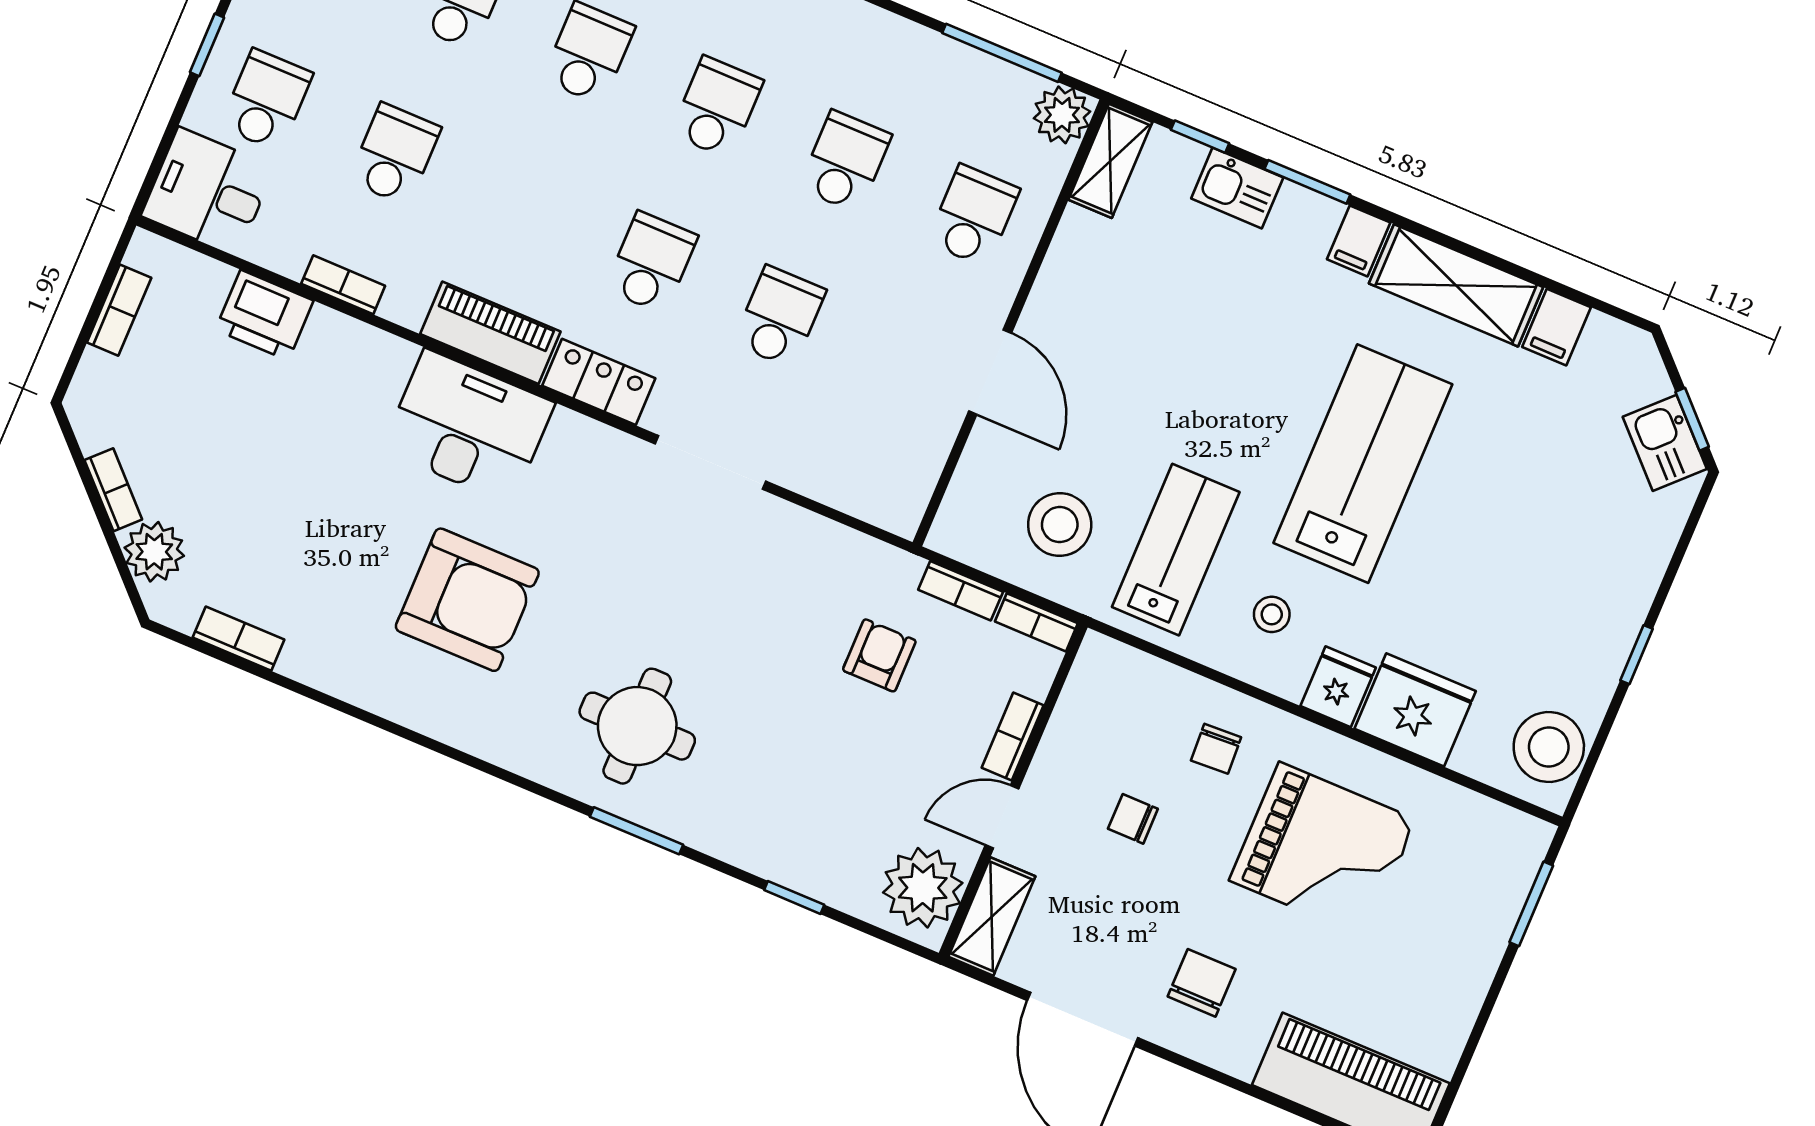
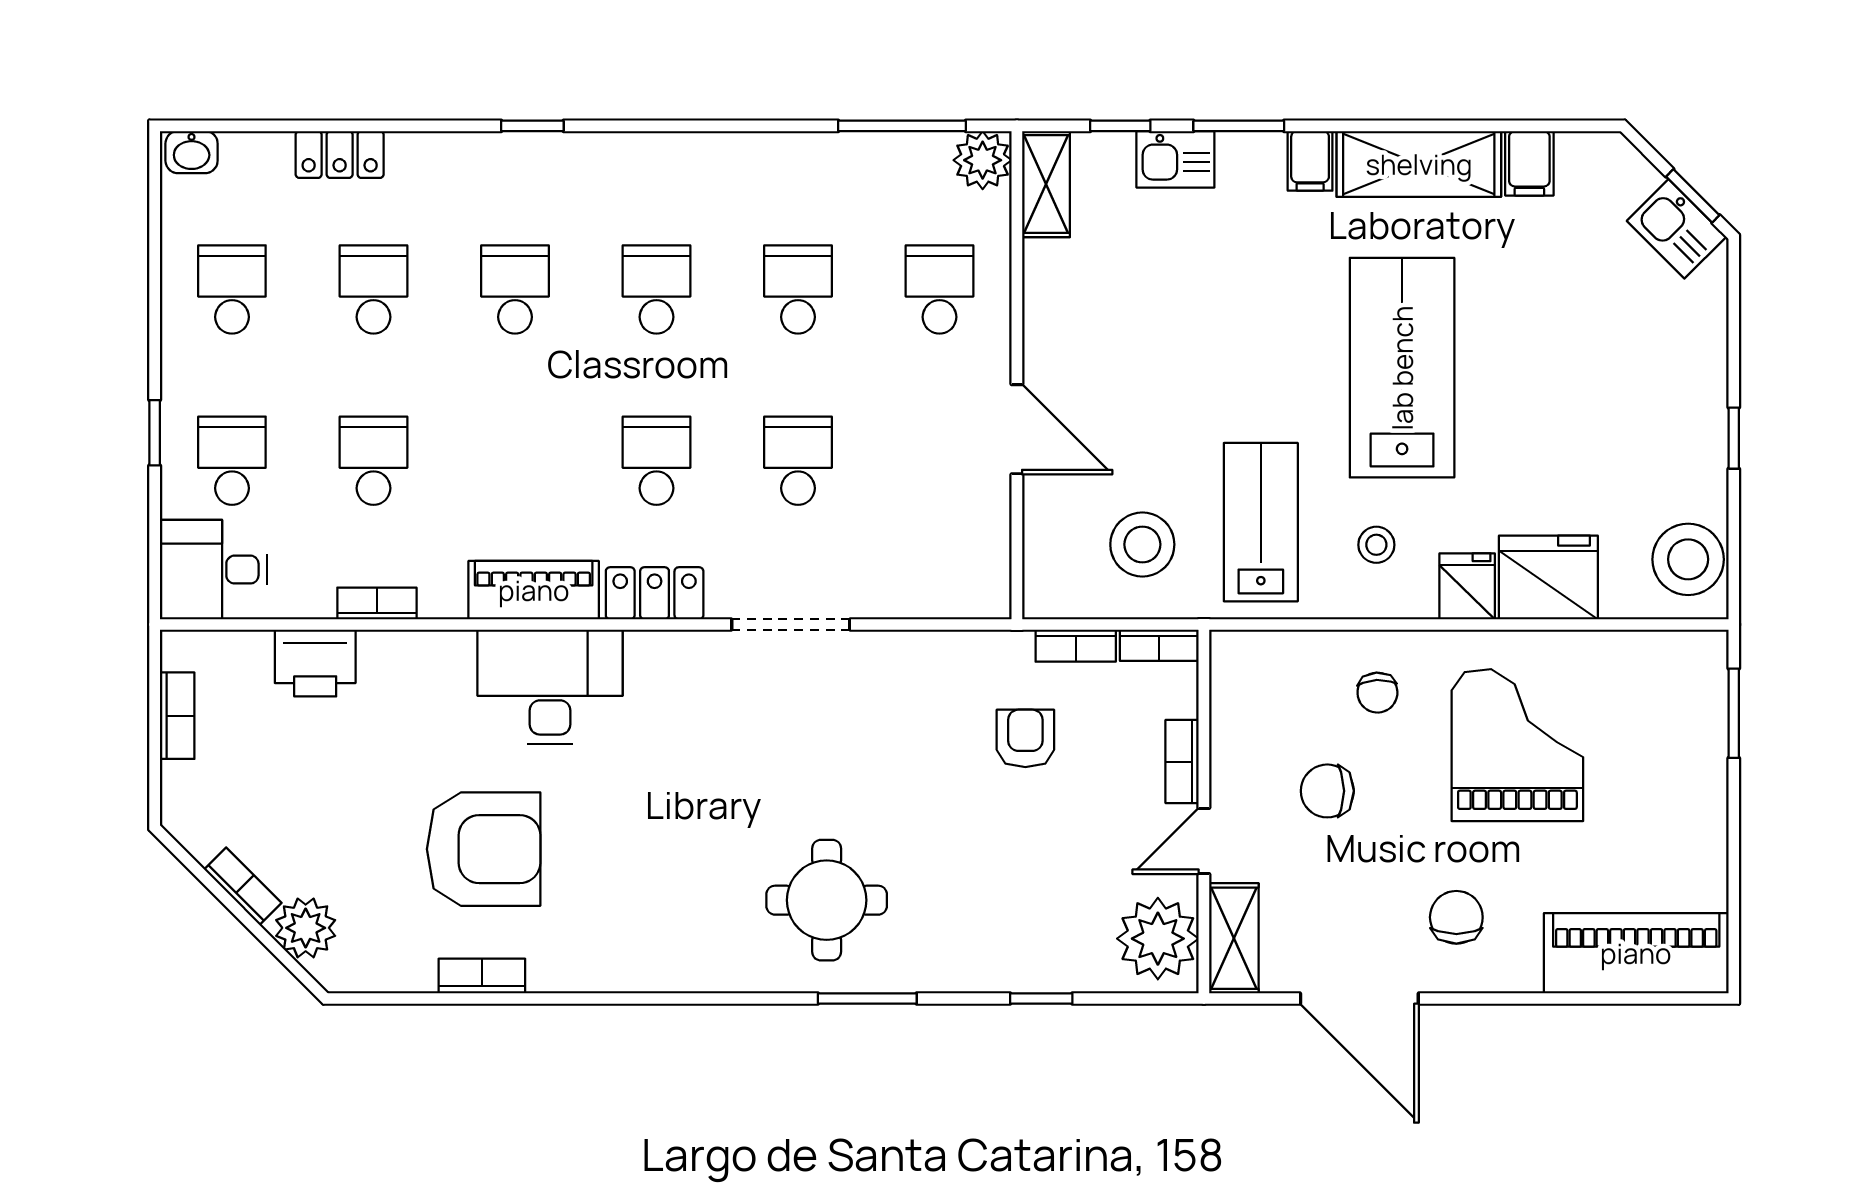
armchair: (467, 600) -> (484, 849), moved
bookcase: (238, 639) -> (482, 976), moved
chair: (1133, 819) -> (1327, 791), width x1.37, depth x1.37
grand piano: (1323, 850) -> (1517, 745), turned -90

